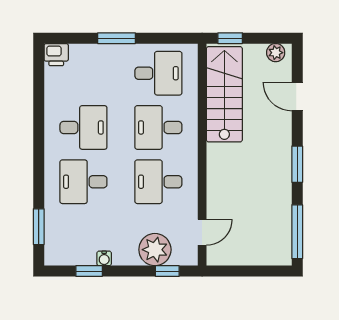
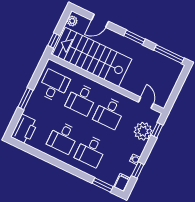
printer: (56, 55) -> (24, 129), width x1.87, depth x1.48
stairs: (224, 94) -> (92, 57), width x1.36, depth x1.51
desk: (83, 127) -> (63, 138), turned 180
filing cabinet: (57, 256) -> (122, 182), added

